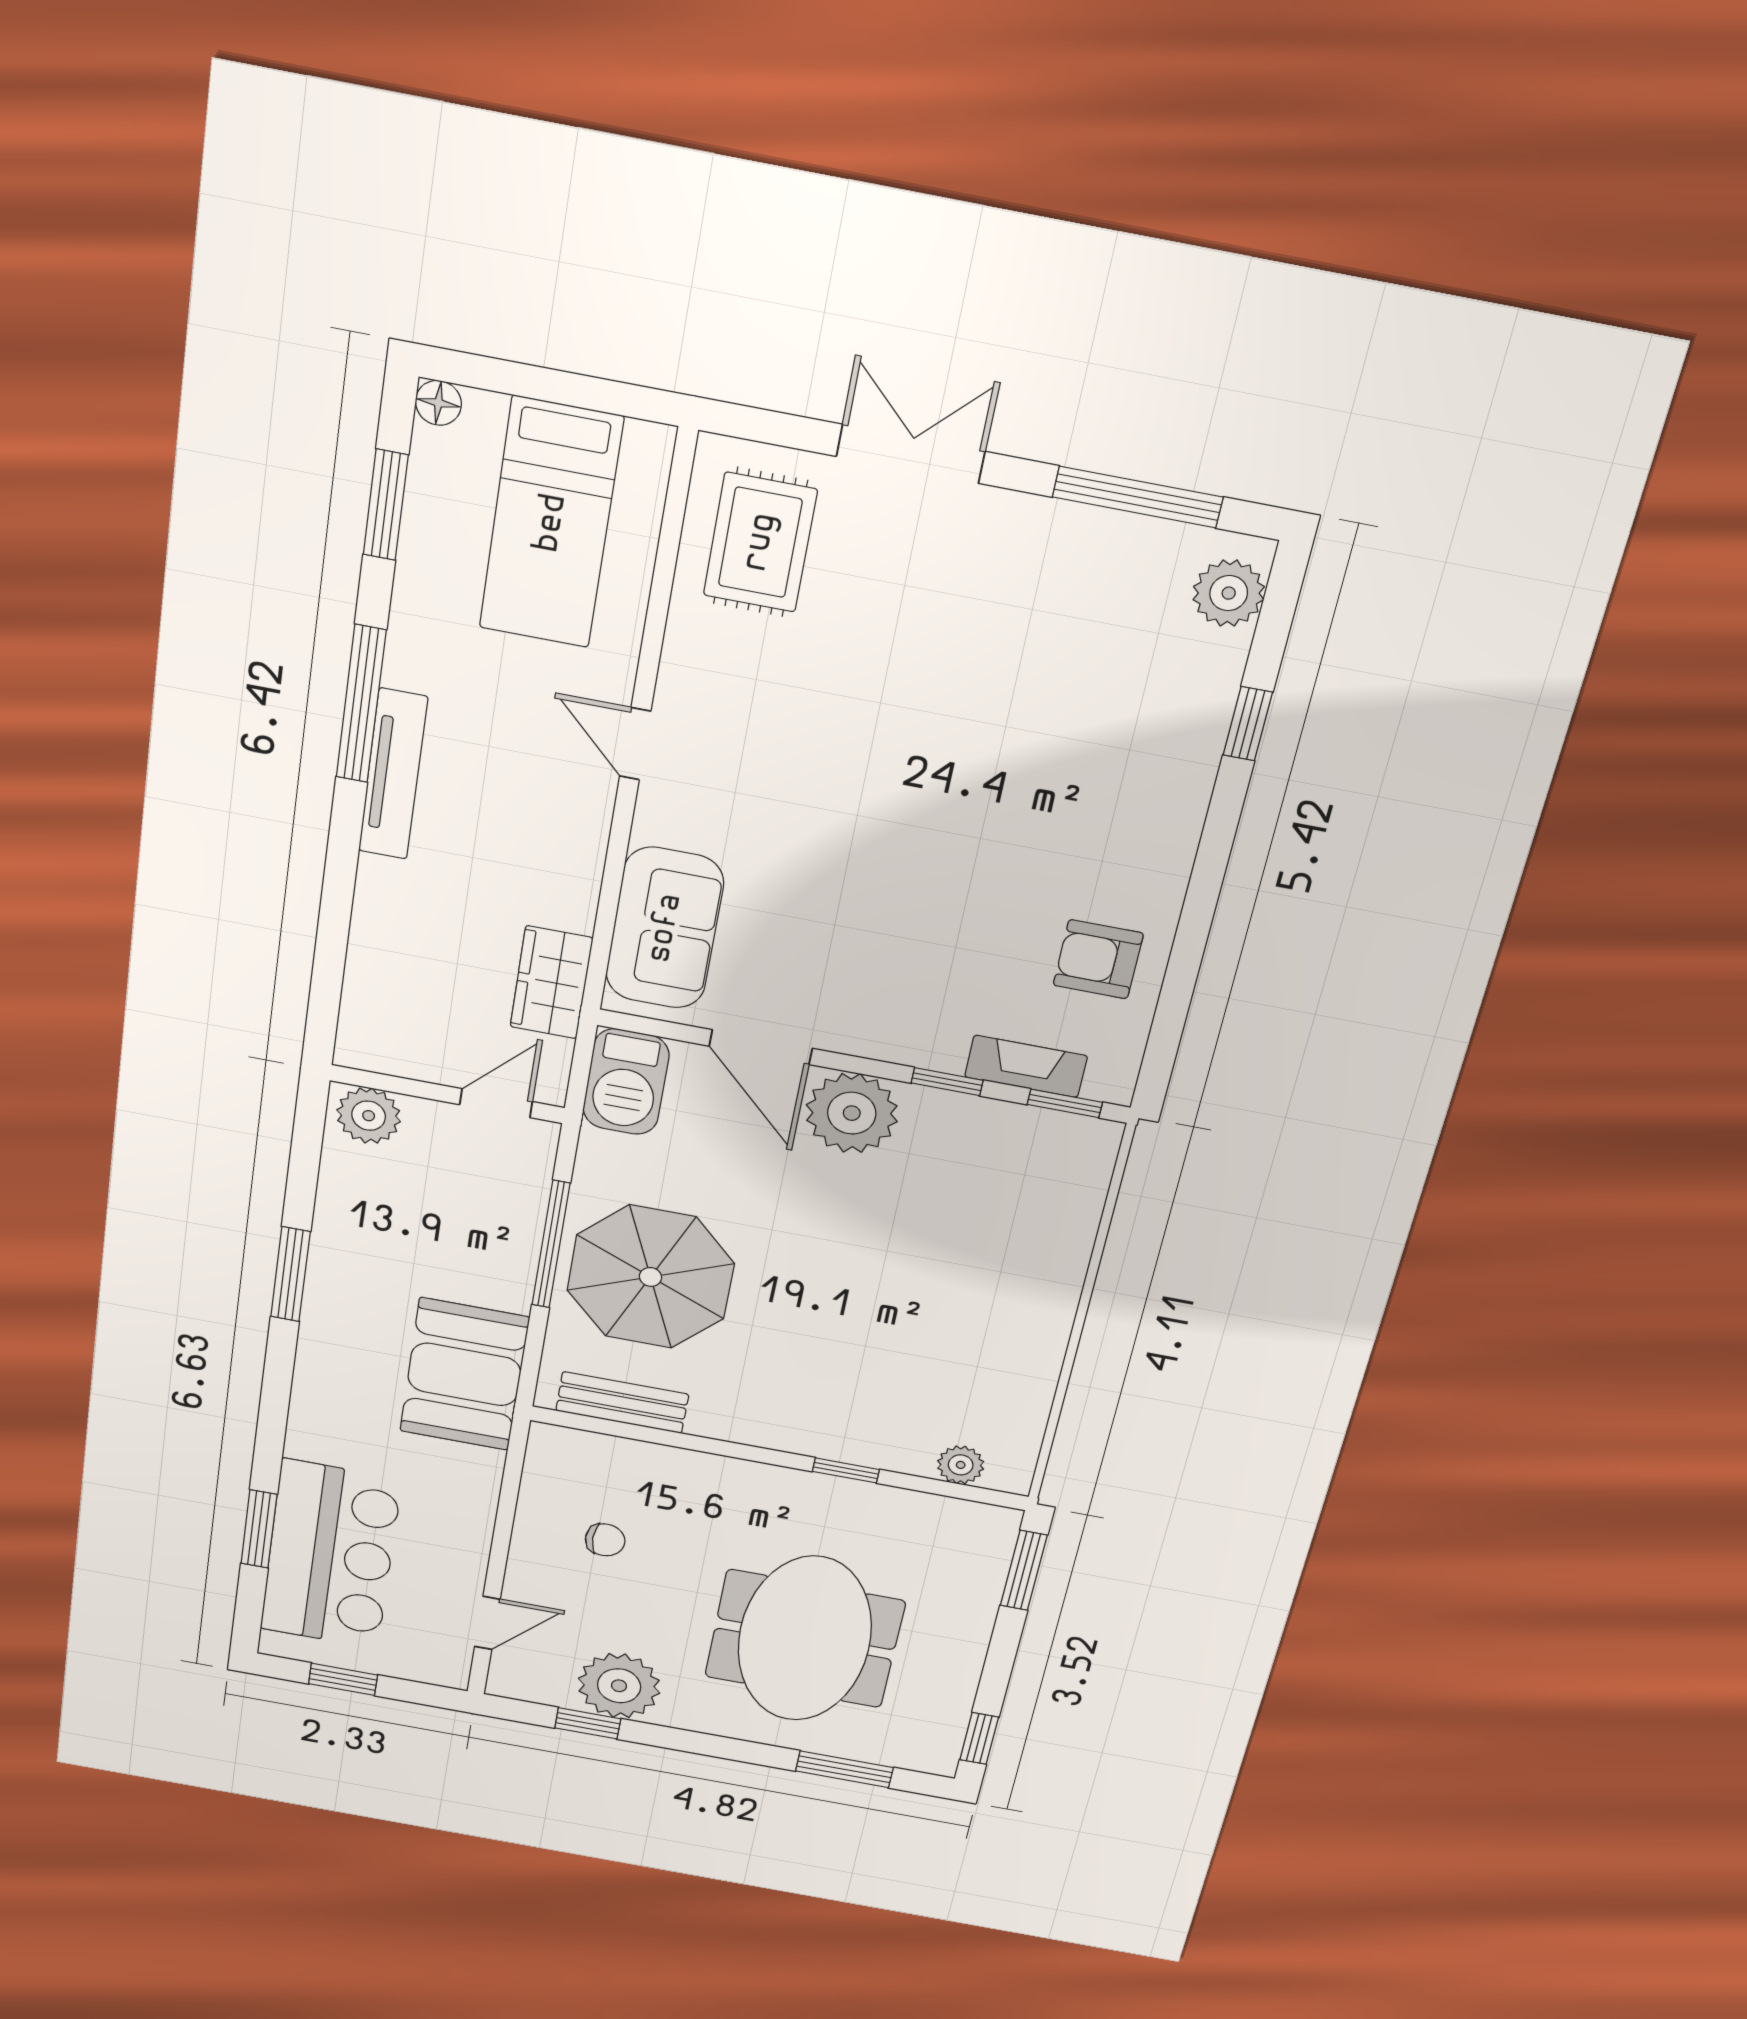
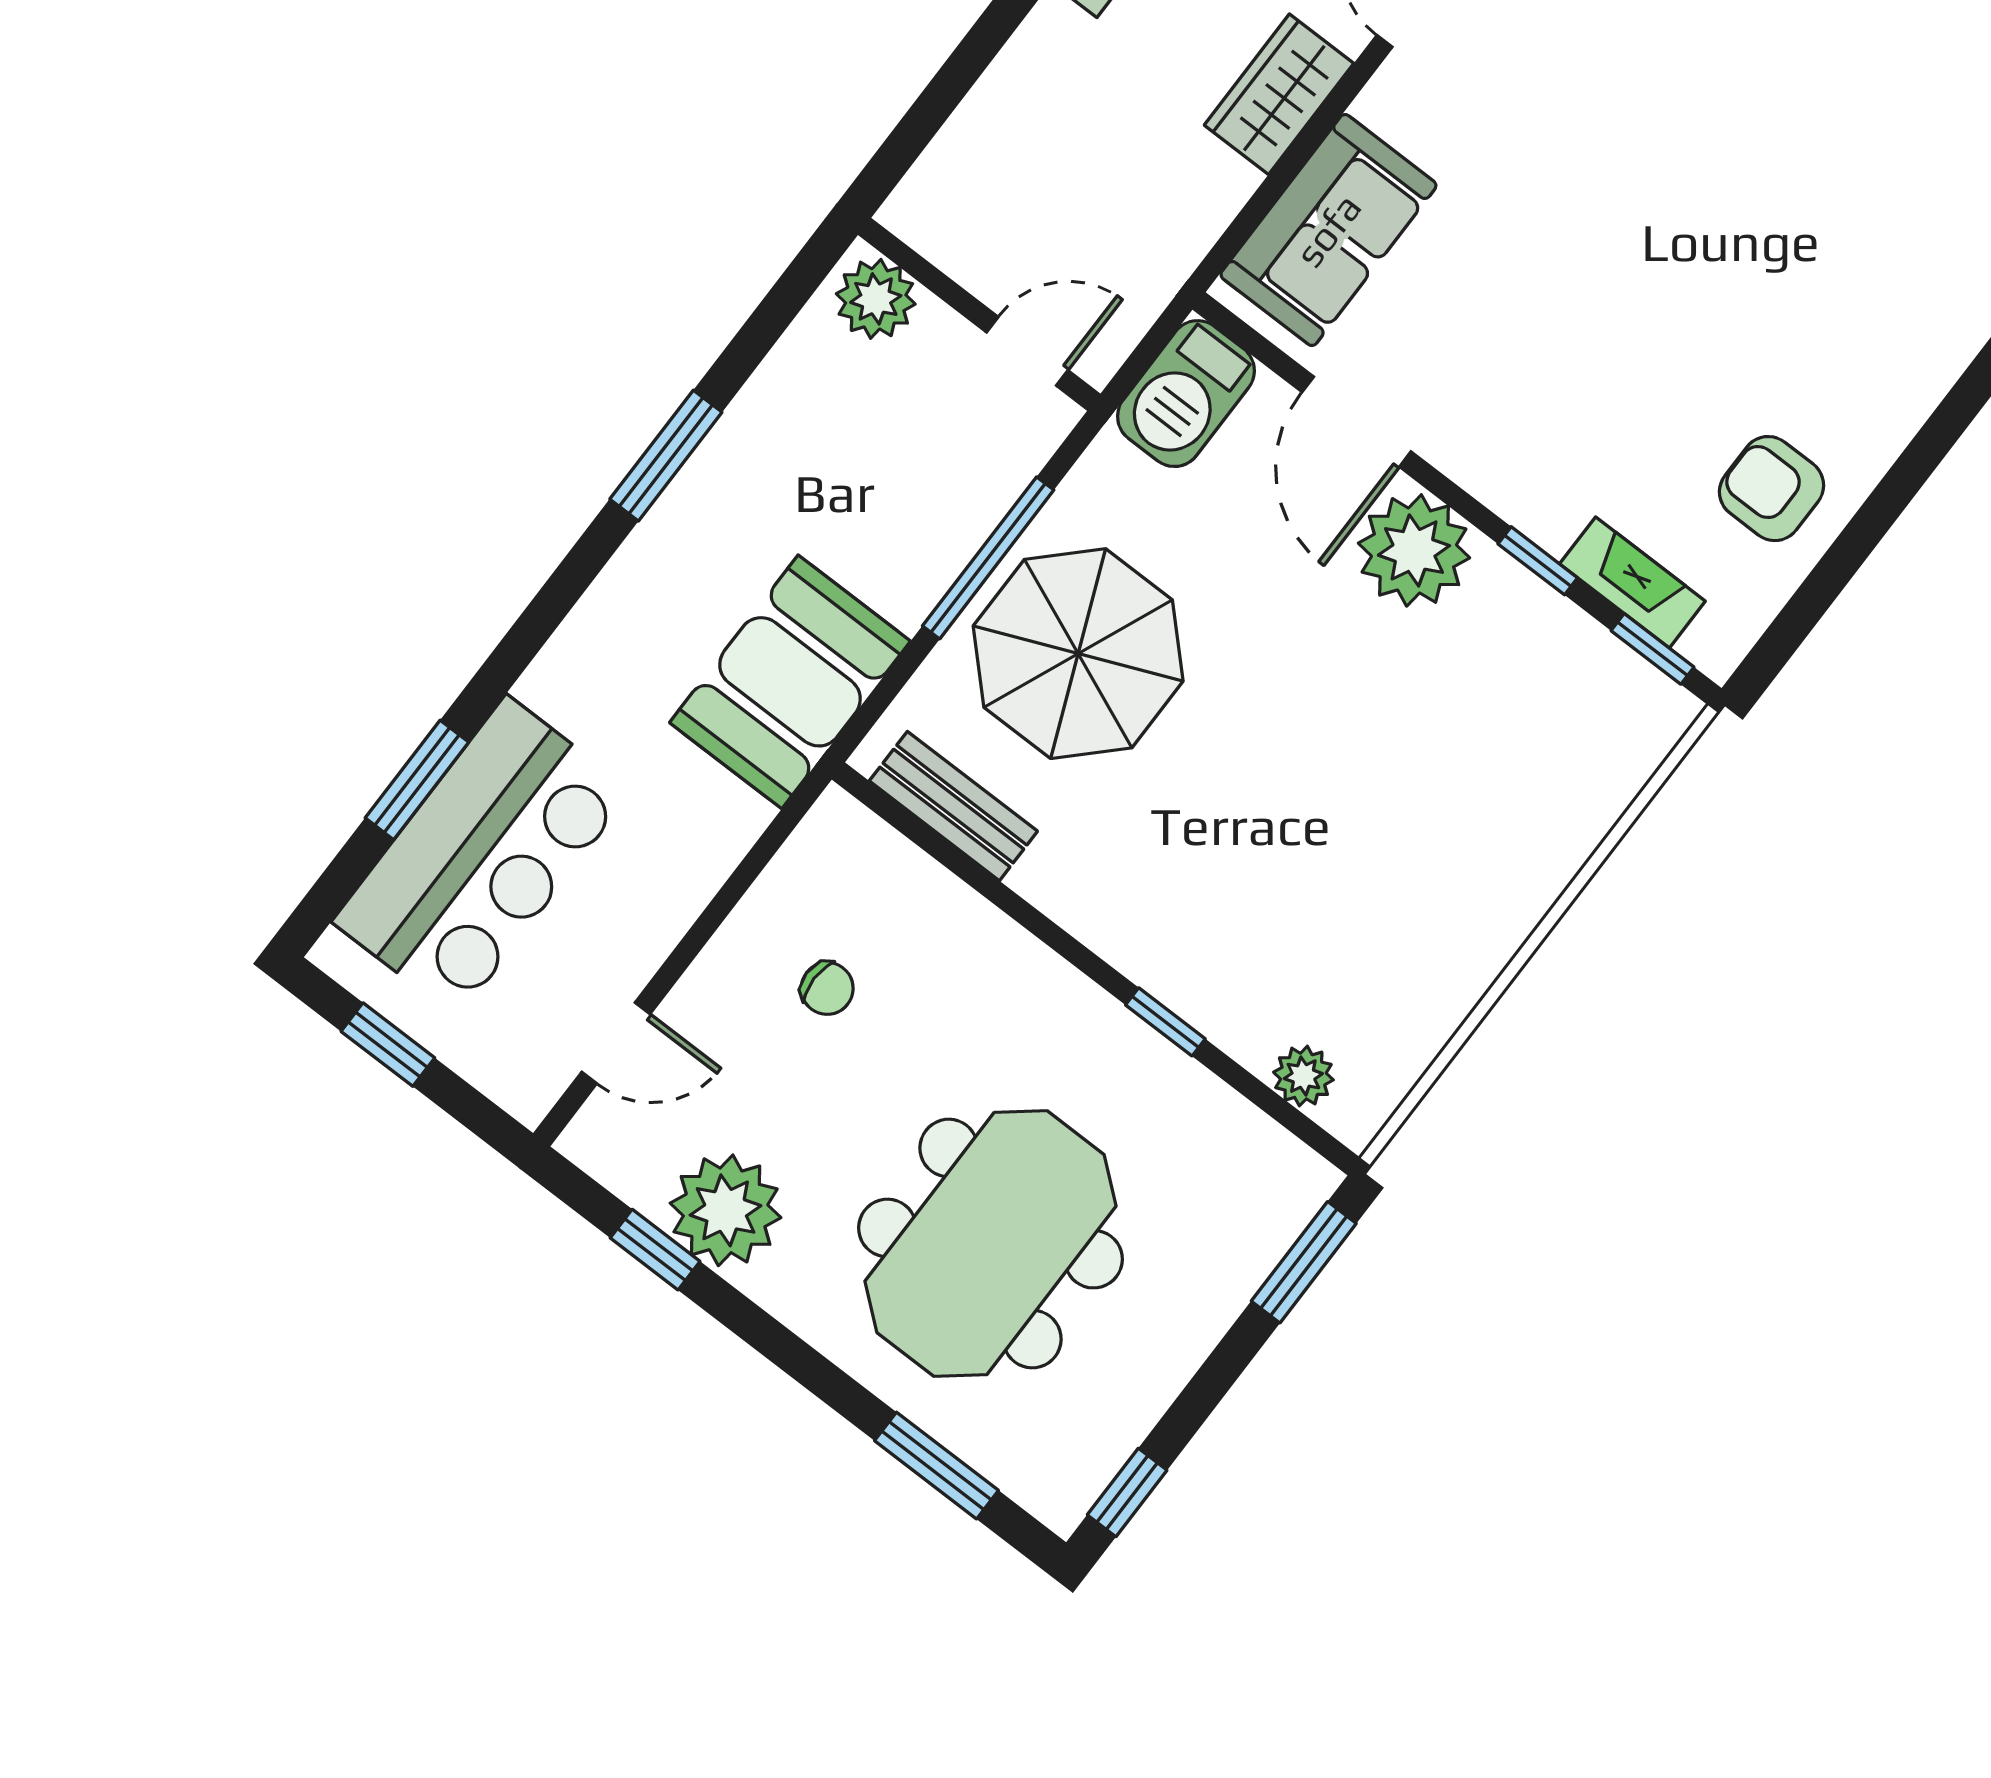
wardrobe: (551, 982) -> (1279, 94), moved

